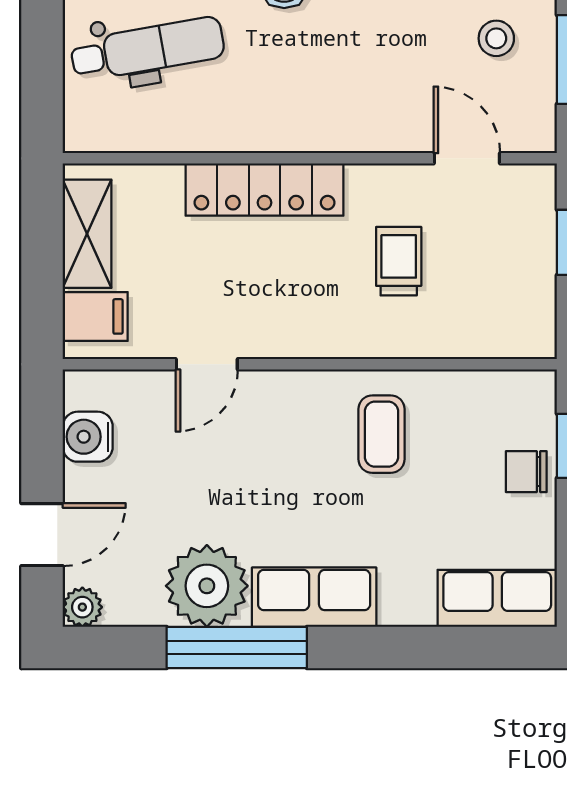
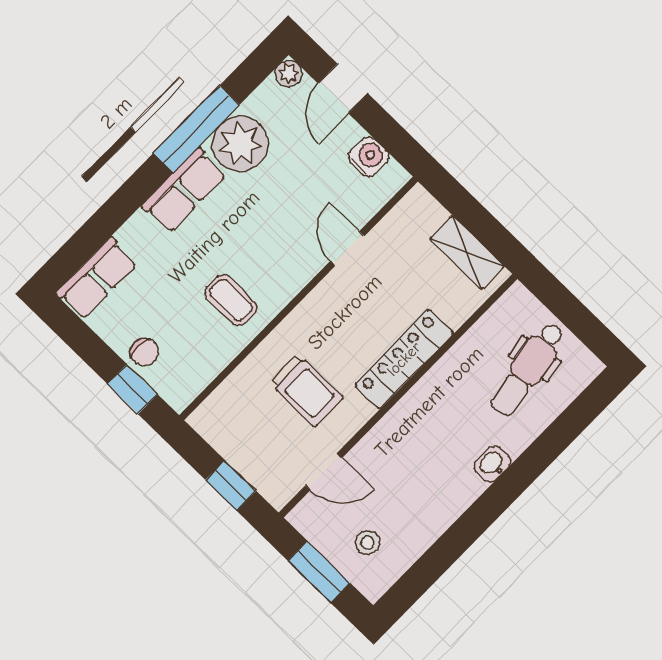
trolley: (399, 261) -> (306, 390), width x1.36, depth x1.39
filing cabinet: (95, 316) -> (423, 217), removed
chair: (526, 472) -> (144, 352), turned 90

